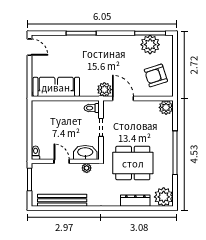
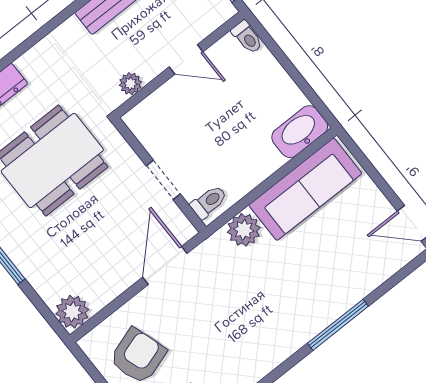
plant: (104, 90) -> (244, 230), moved
door: (123, 98) -> (165, 265), swing flipped
washbasin: (85, 152) -> (300, 132), moved, turned 180

